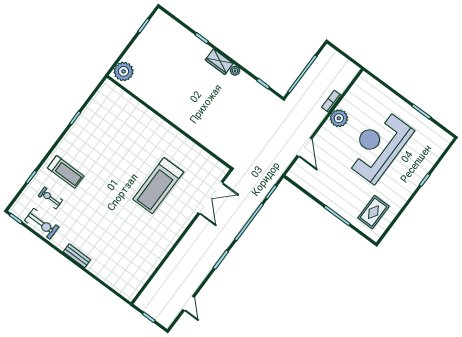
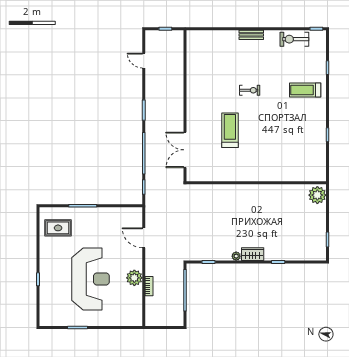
treadmill: (158, 186) -> (230, 130), width x0.73, depth x0.73
exercise bike: (50, 198) -> (250, 90), moved
rug: (373, 212) -> (58, 228), turned 90

